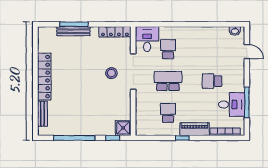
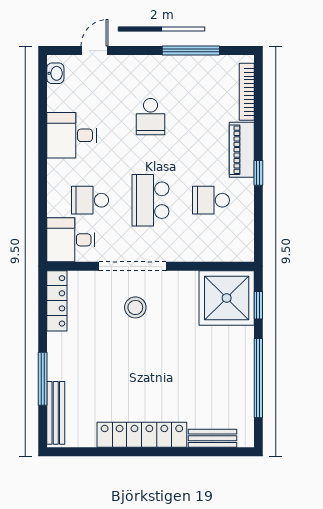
bench: (73, 31) -> (56, 413), moved
desk: (232, 105) -> (72, 135), moved, turned -90
shower: (123, 128) -> (227, 298), width x1.86, depth x1.86

